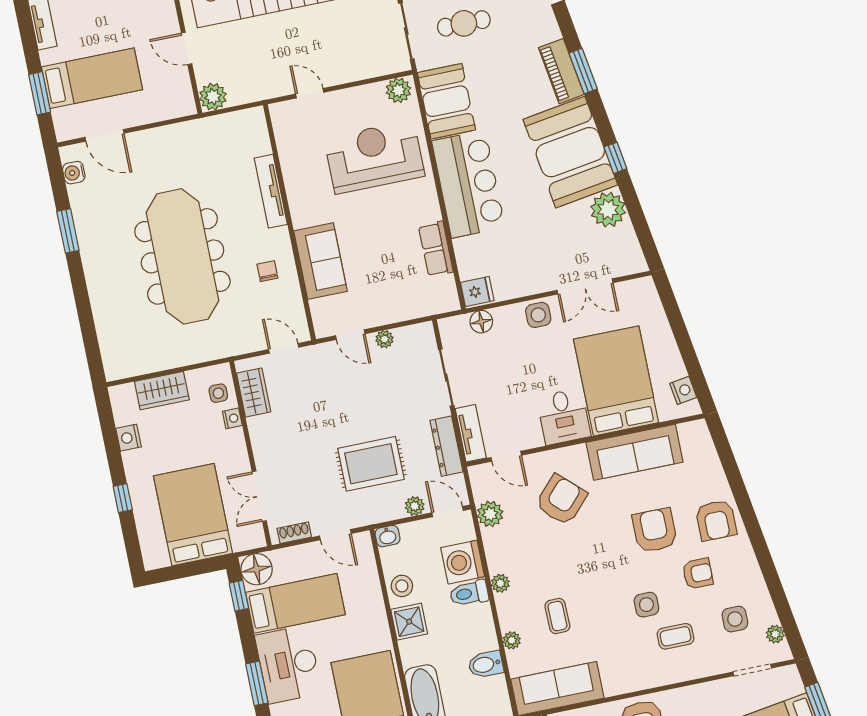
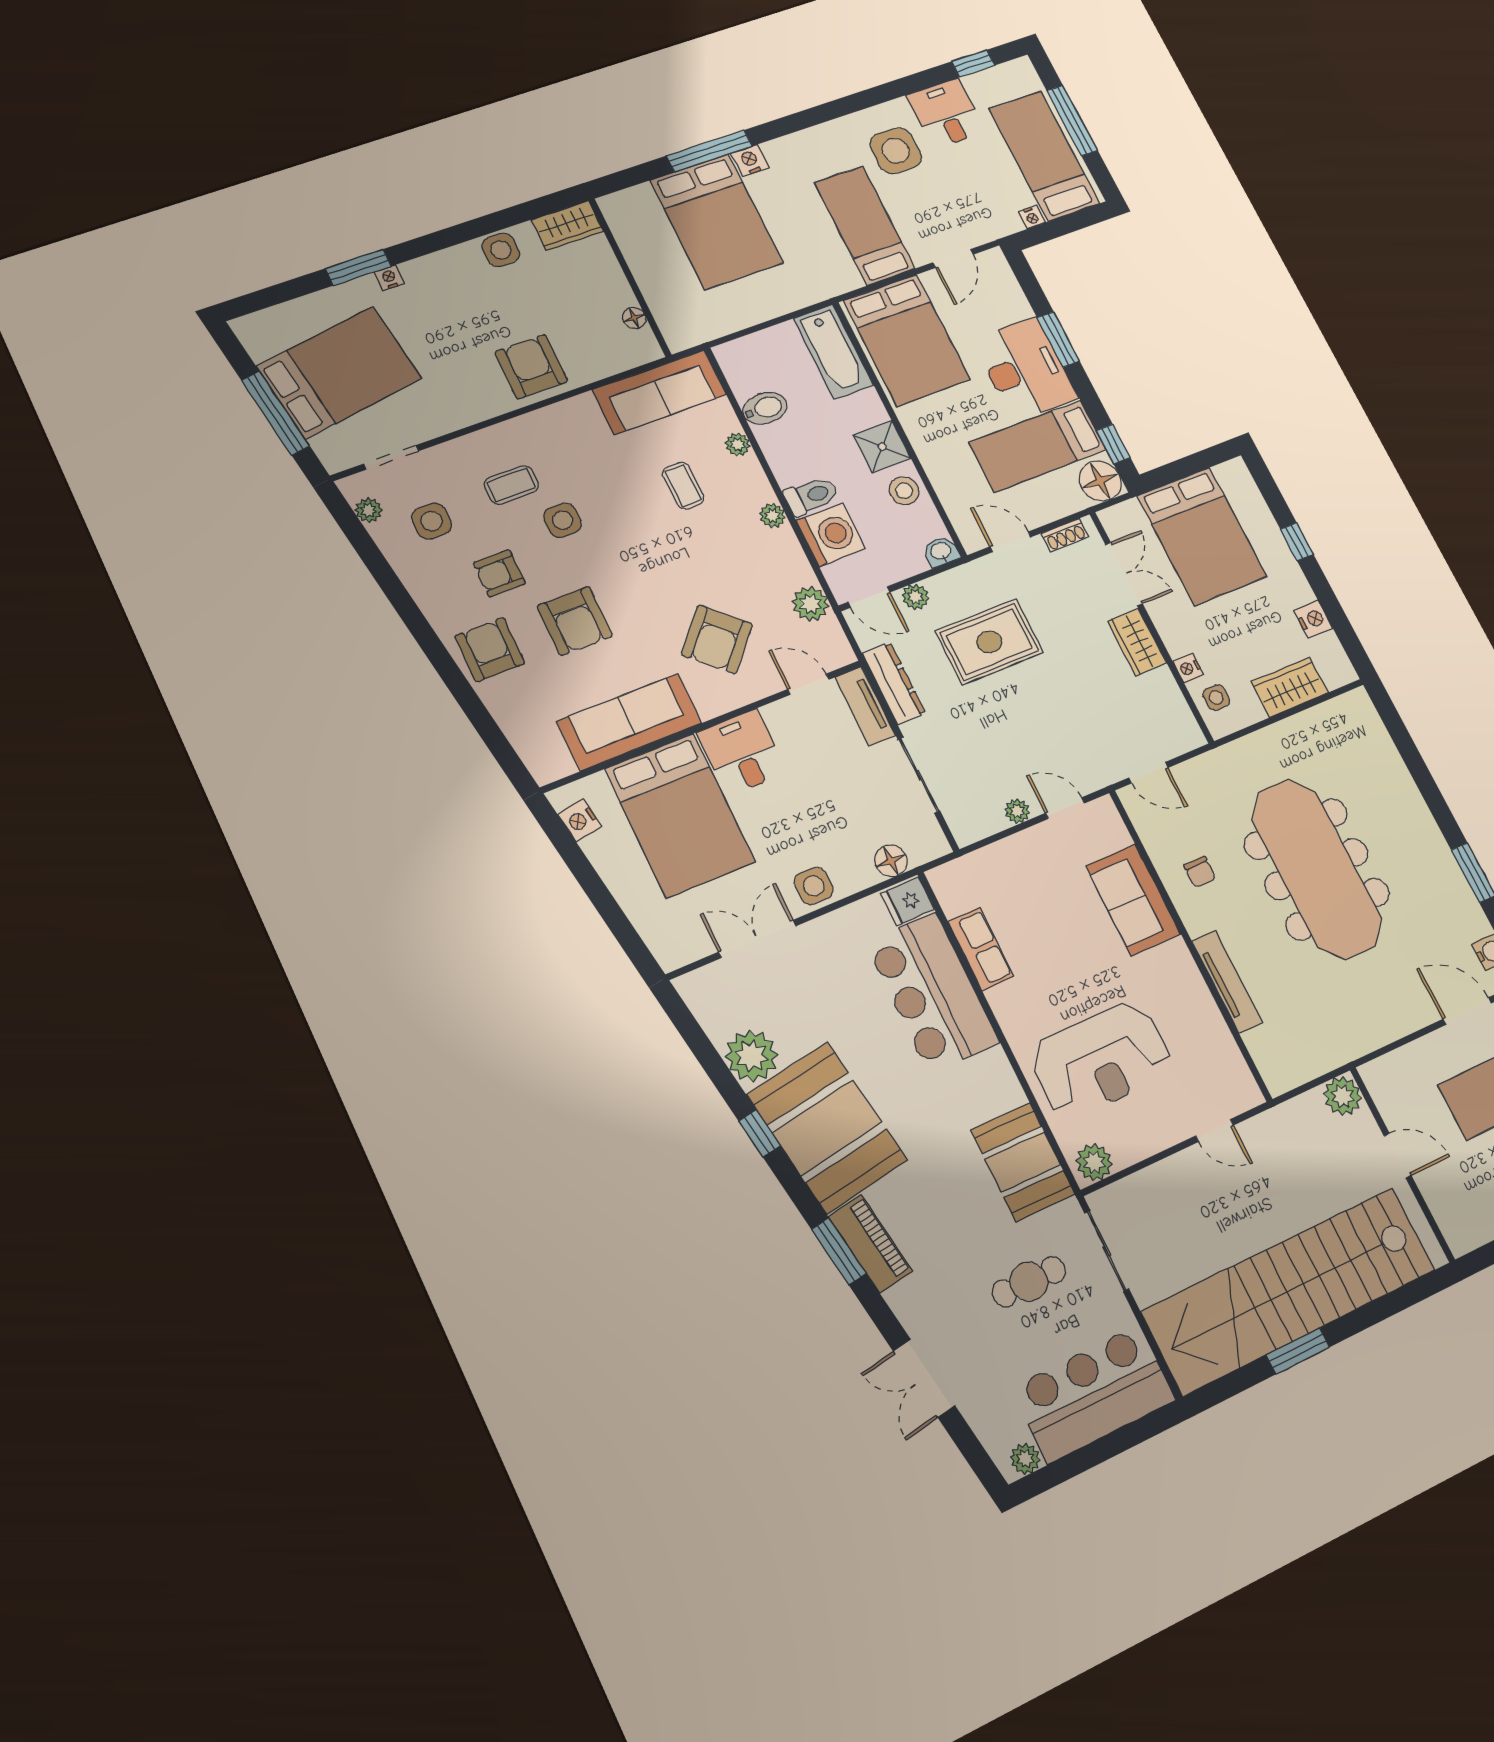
bar counter: (468, 184) -> (932, 993), moved
wardrobe: (254, 392) -> (1137, 642), moved

